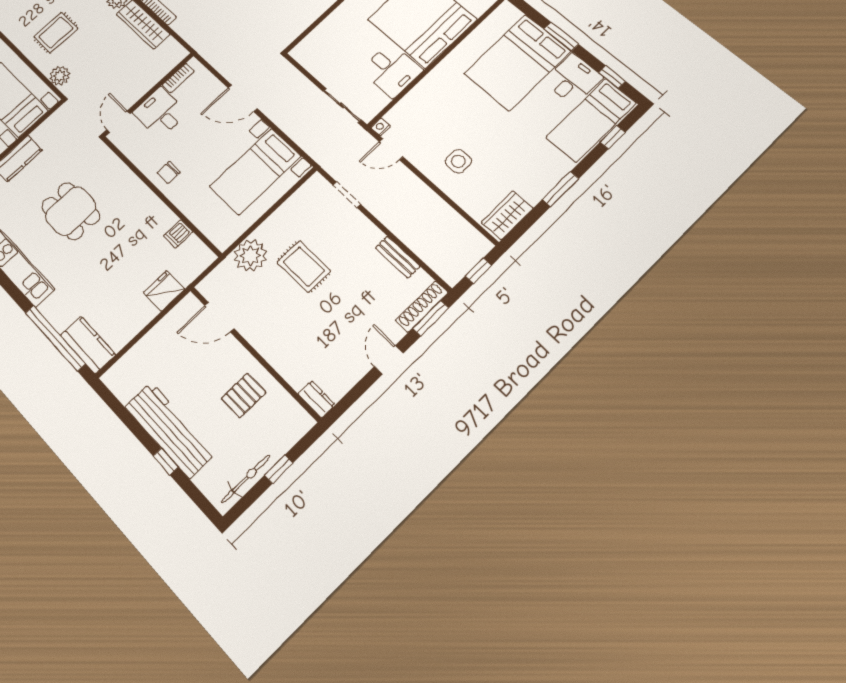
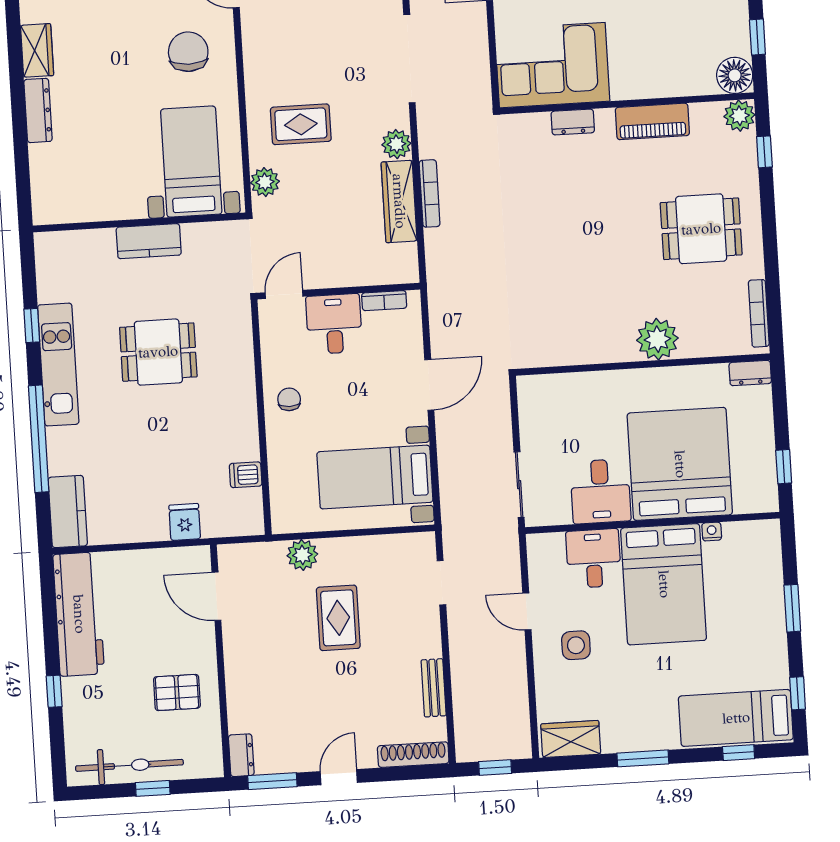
bed: (517, 62) -> (664, 584), moved, turned -90
desk: (573, 79) -> (594, 558), moved, turned -90
door: (243, 98) -> (429, 385), swing flipped
nightstand: (381, 127) -> (712, 532), moved
door: (391, 149) -> (527, 611), moved
chair: (169, 172) -> (289, 399), turned 90
dining table: (71, 211) -> (158, 352), turned 90
plant: (250, 256) -> (302, 555), width x0.73, depth x0.73
fridge: (164, 291) -> (185, 522), width x0.72
window: (431, 318) -> (272, 781), moved
window: (55, 338) -> (39, 439), moved
workbench: (170, 430) -> (79, 614), moved
bicycle: (246, 479) -> (129, 765), width x1.37, depth x1.40

